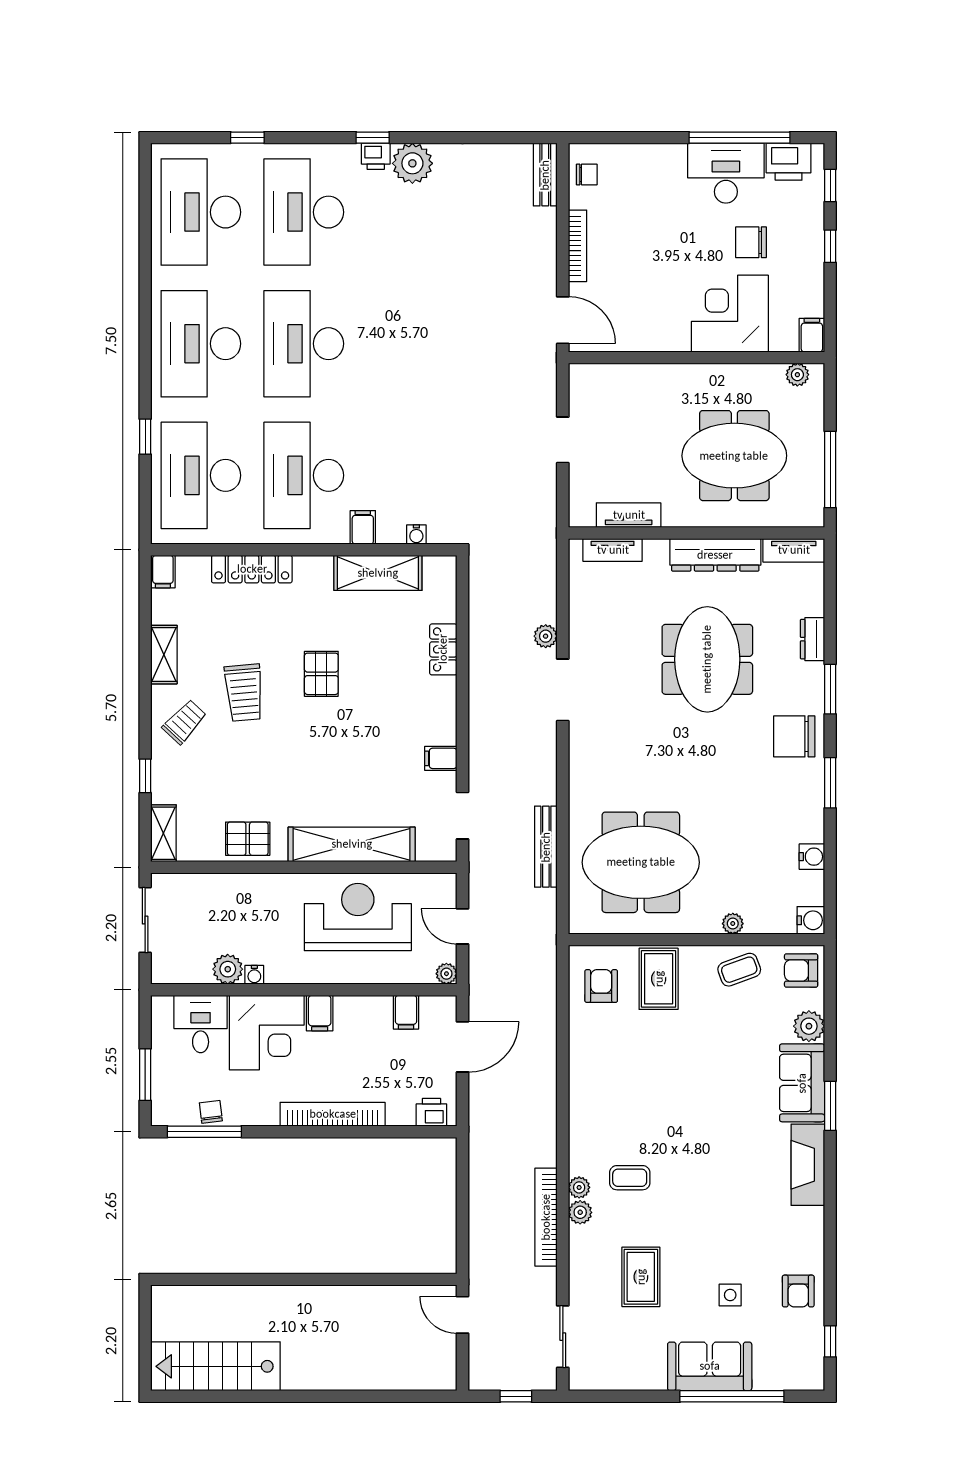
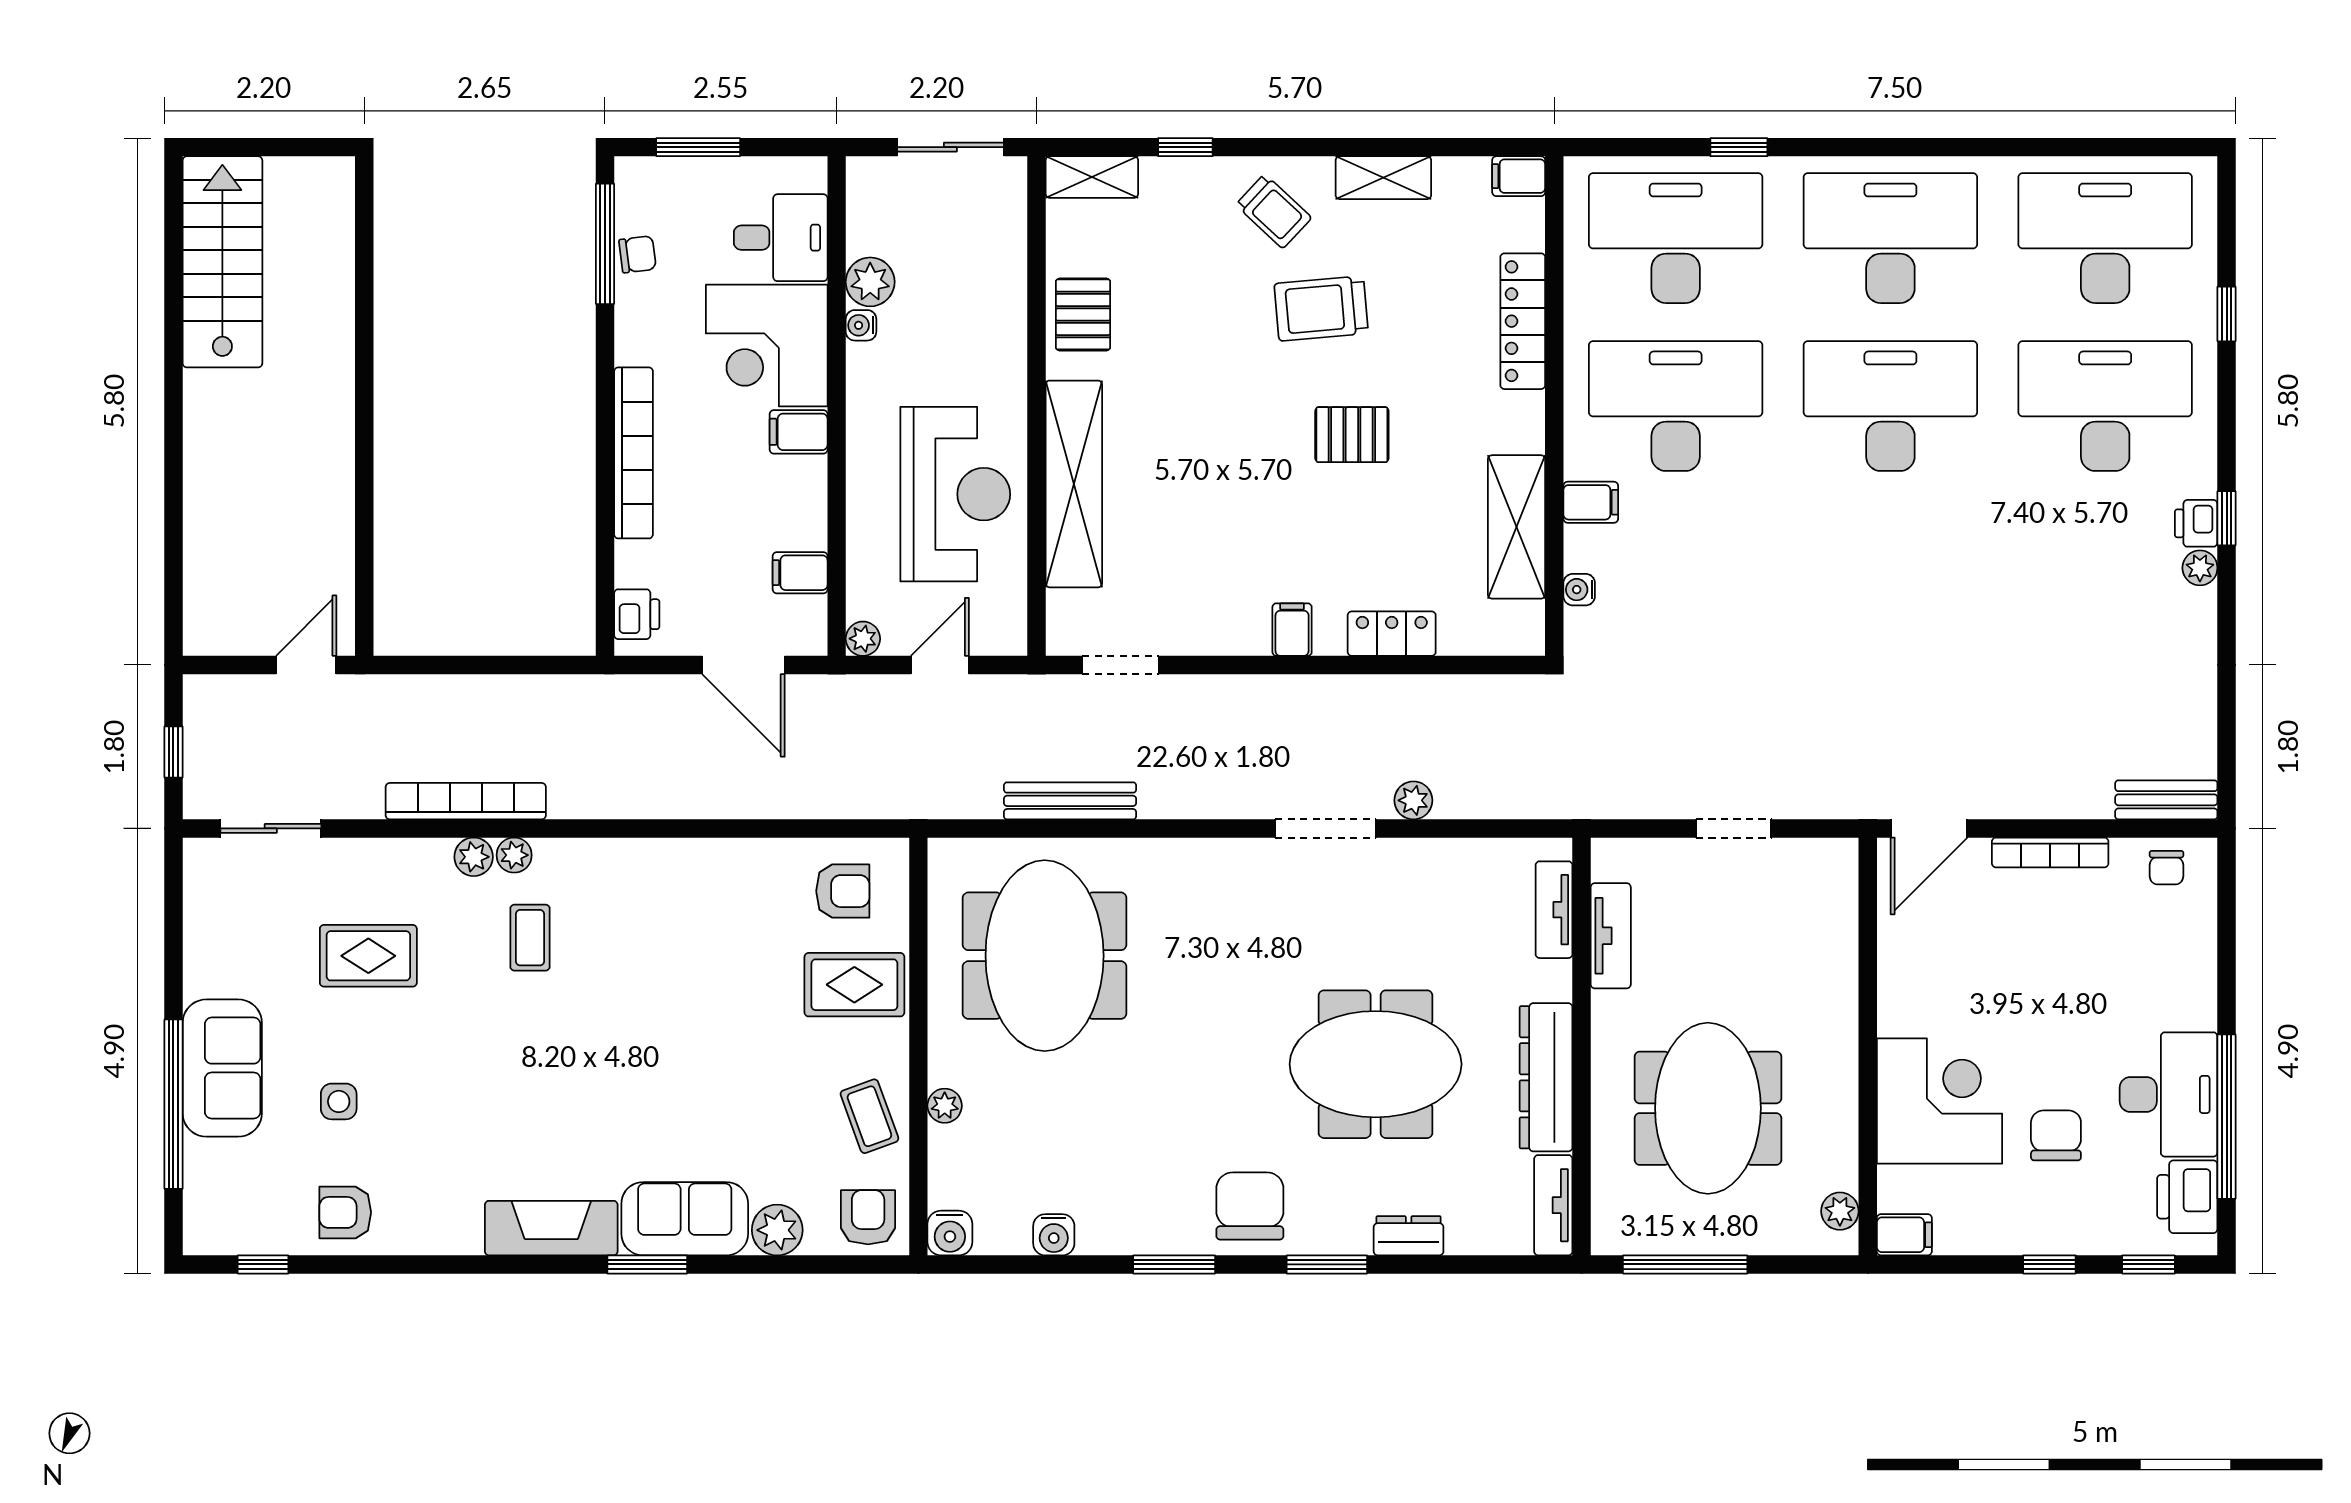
plant: (412, 163) -> (2200, 568), width x0.53, depth x0.53
filing cabinet: (441, 758) -> (1292, 630), moved

